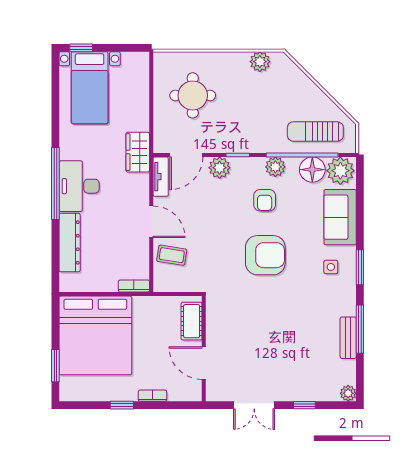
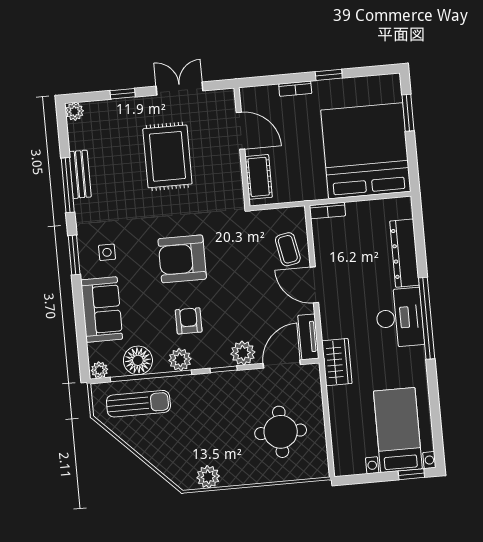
plant: (340, 171) -> (99, 370), width x0.53, depth x0.53
coffee table: (172, 255) -> (288, 249), turned 70
rug: (270, 346) -> (167, 156), added

